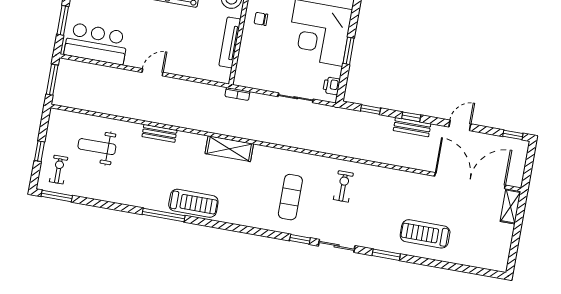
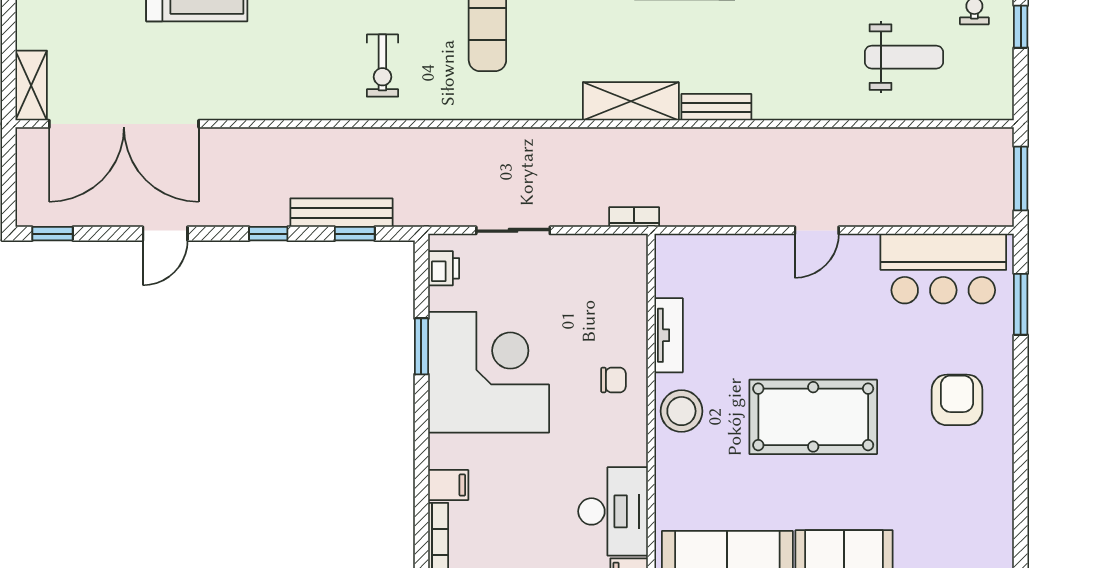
tv unit: (230, 42) -> (669, 335), width x0.71
bench: (412, 127) -> (341, 213), moved, width x1.36
bench: (159, 133) -> (716, 107), moved

